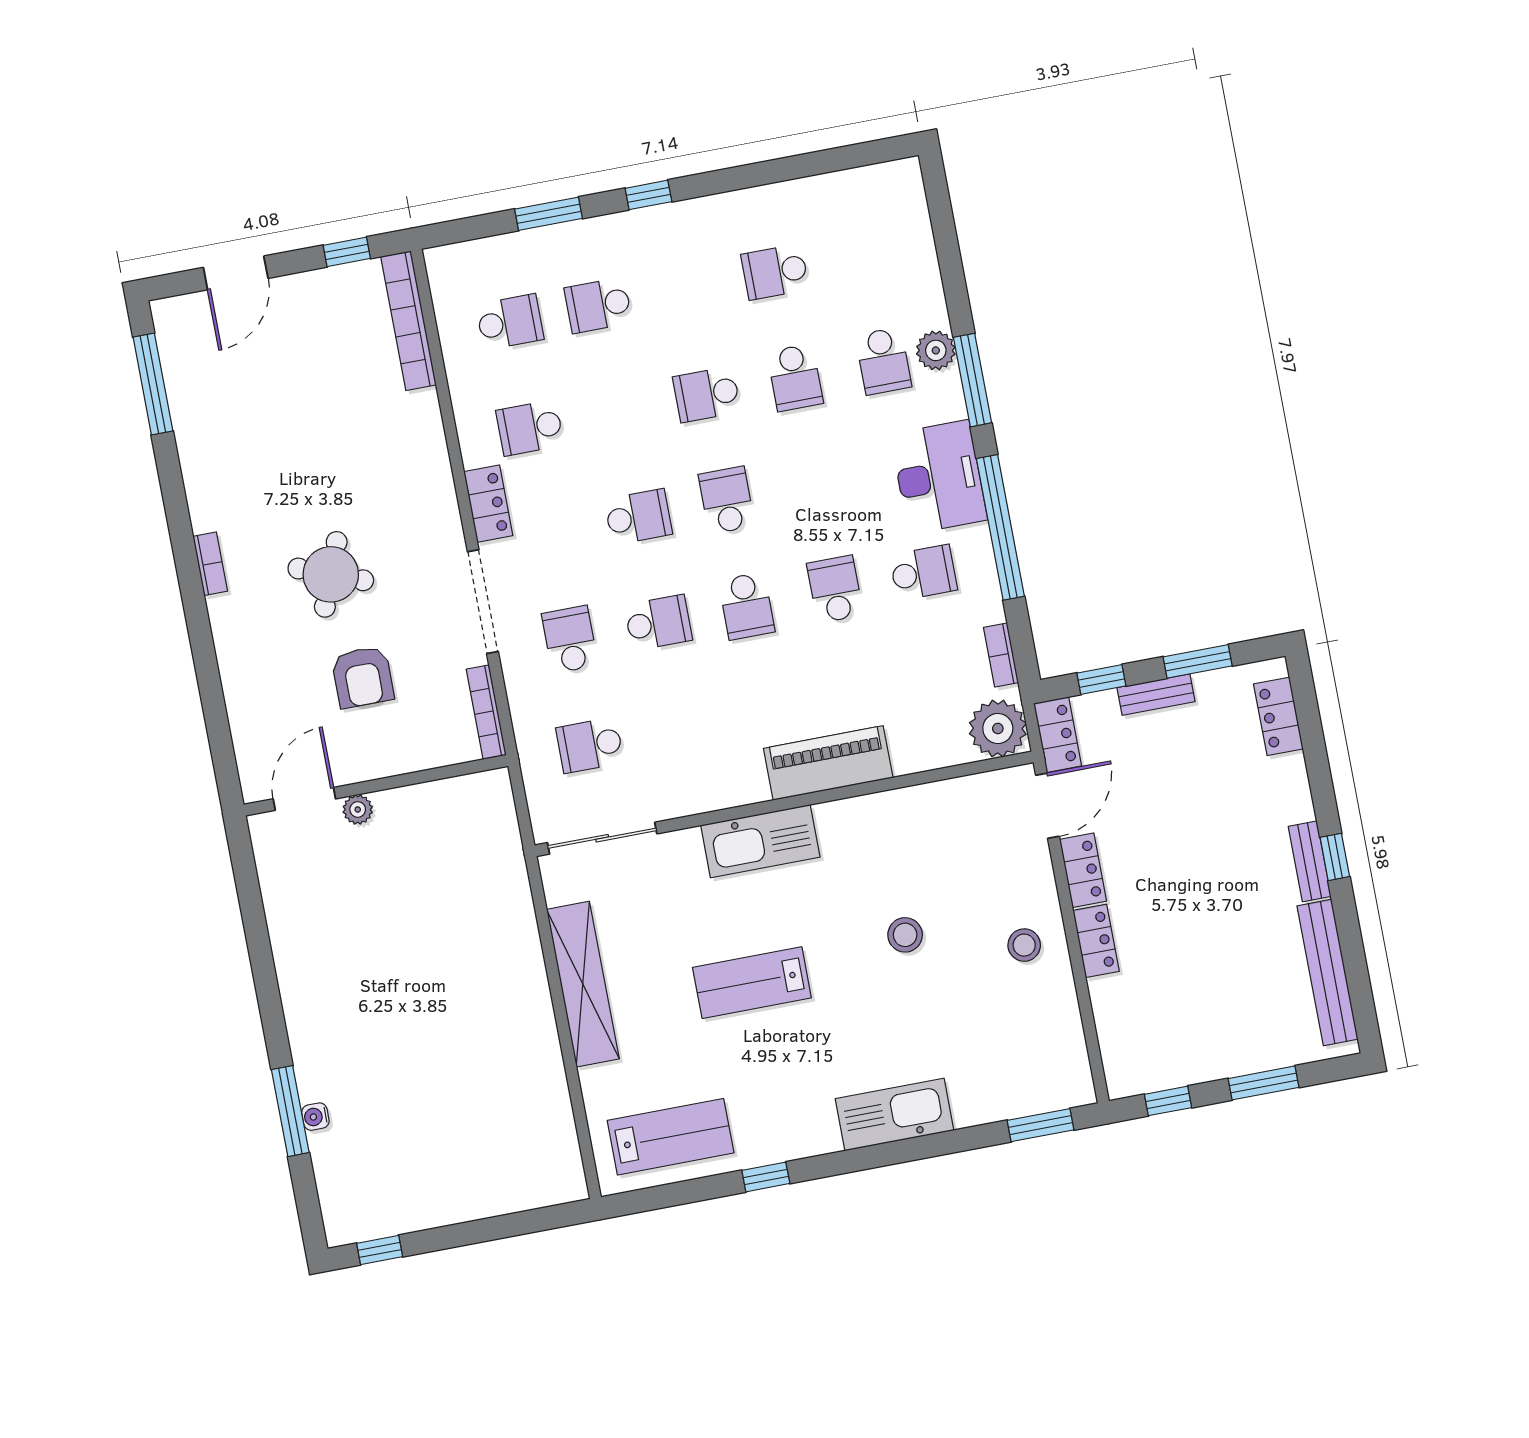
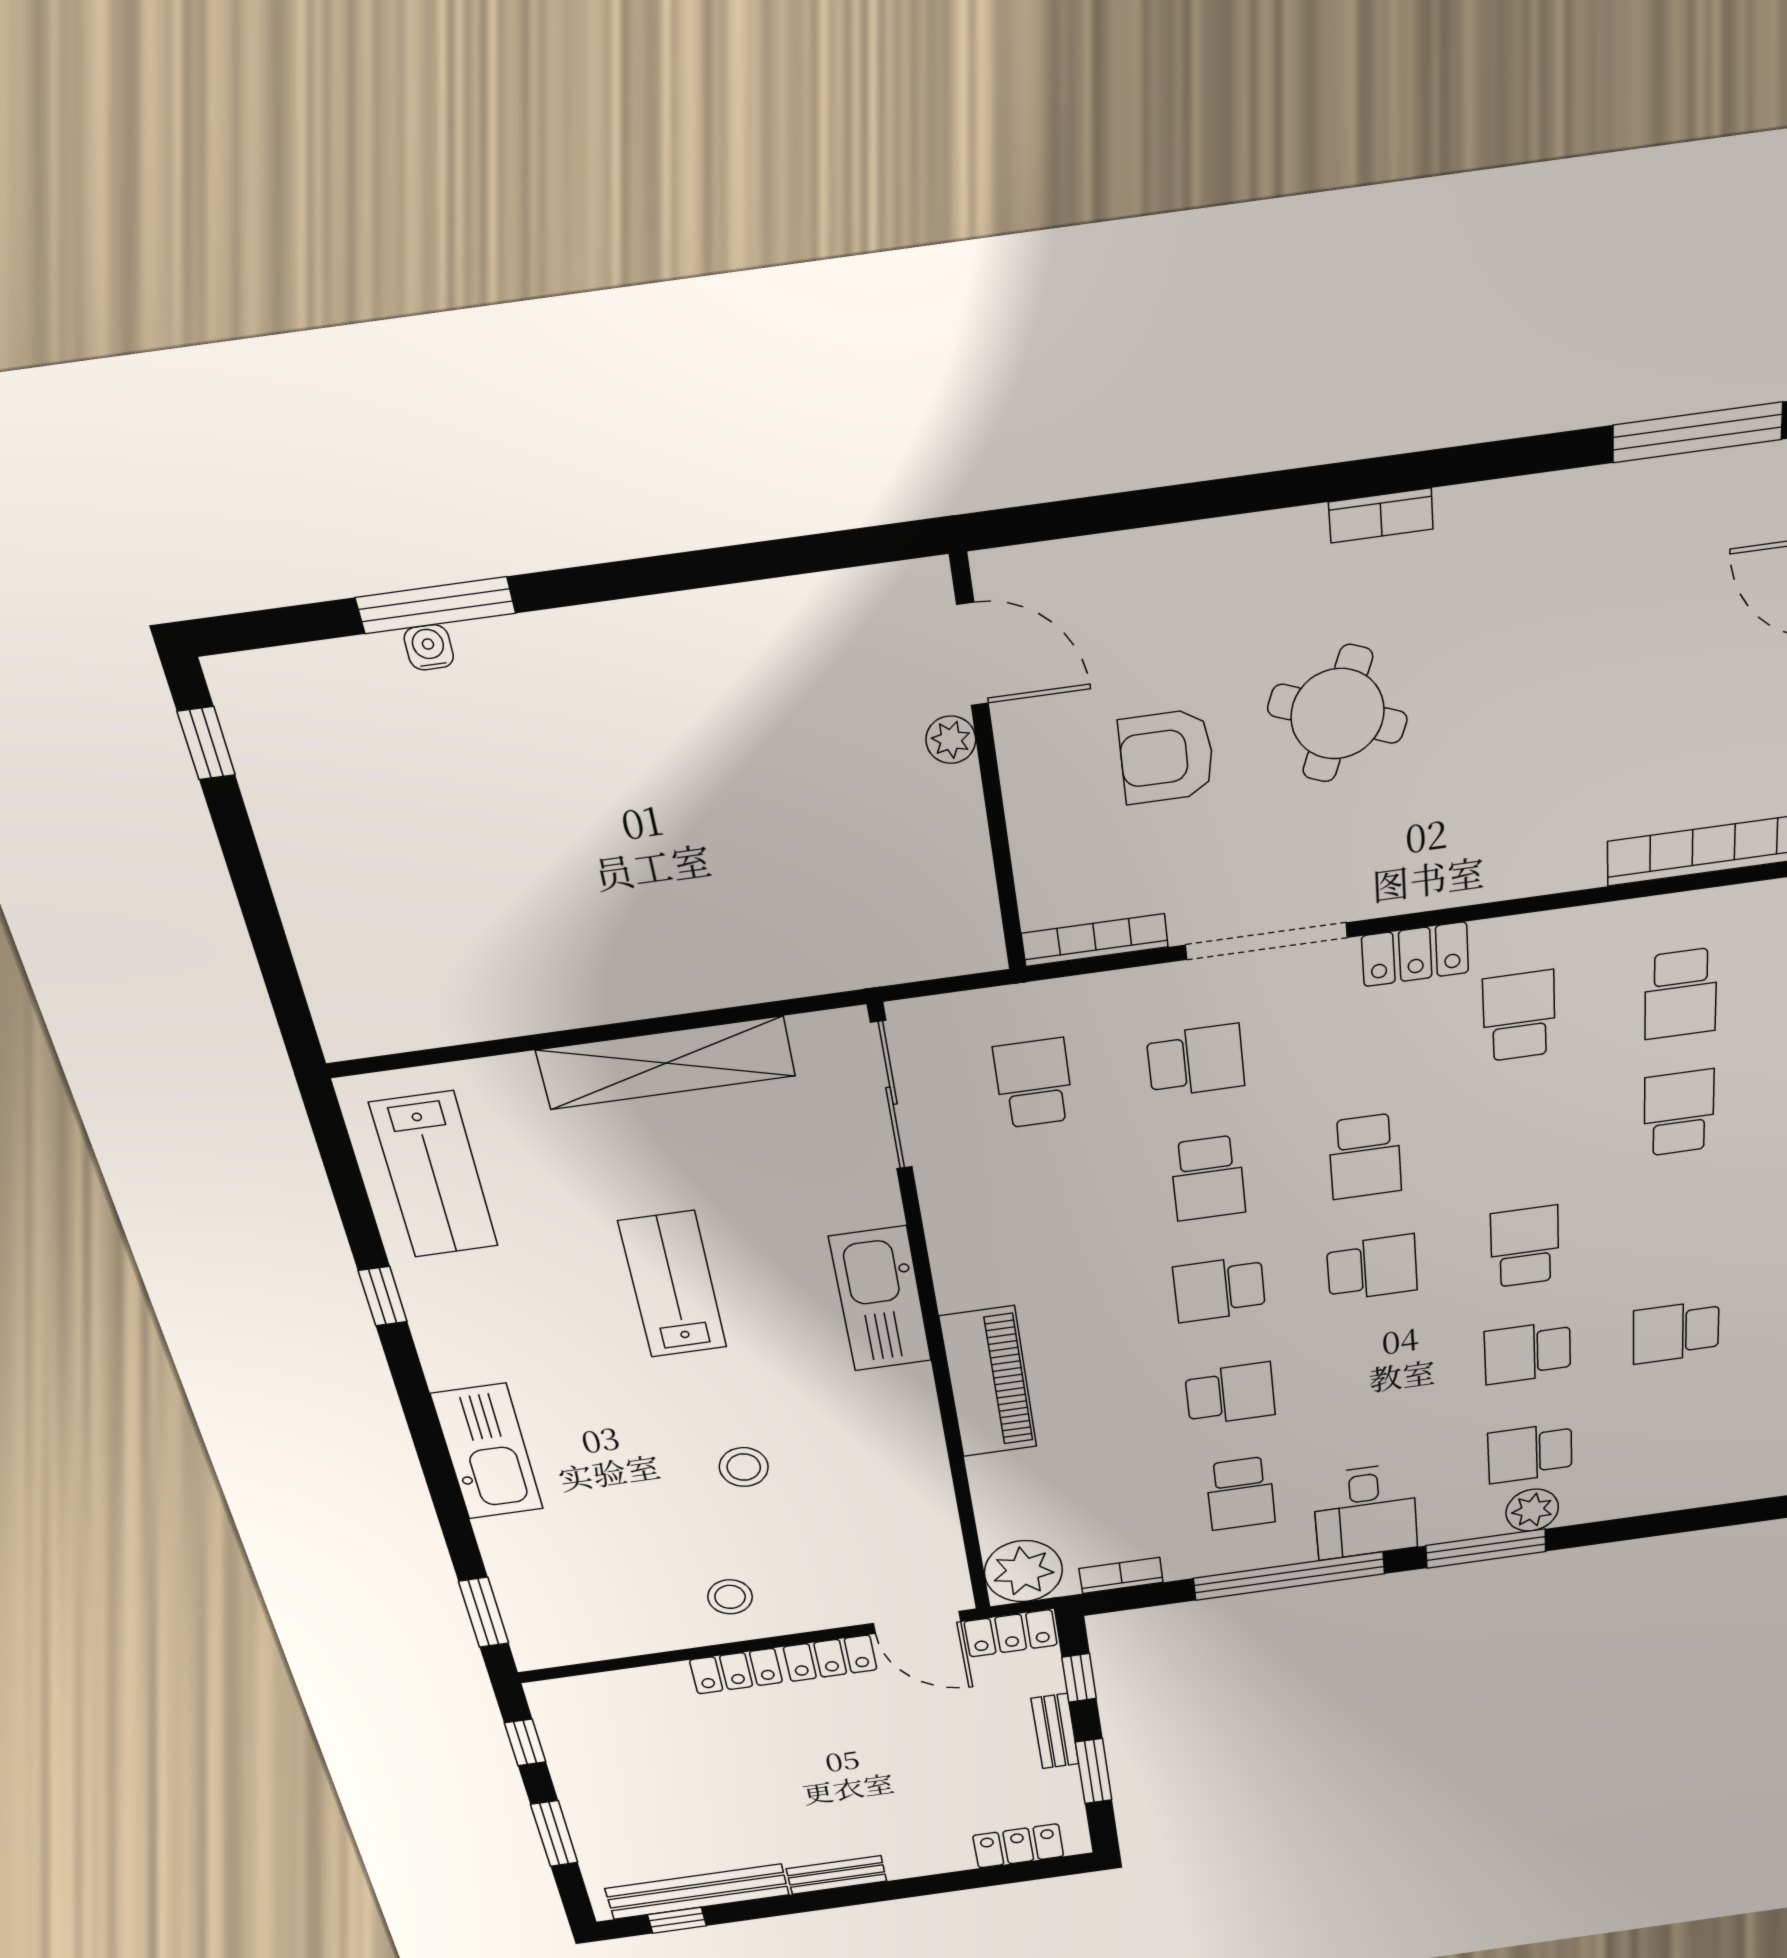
school desk: (775, 272) -> (1676, 1332), turned -90
desk: (939, 477) -> (1365, 1511), width x0.73
window: (1335, 857) -> (677, 1920), moved

